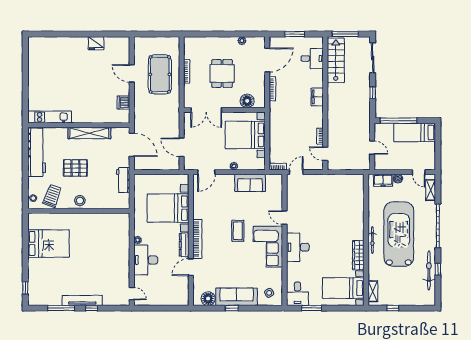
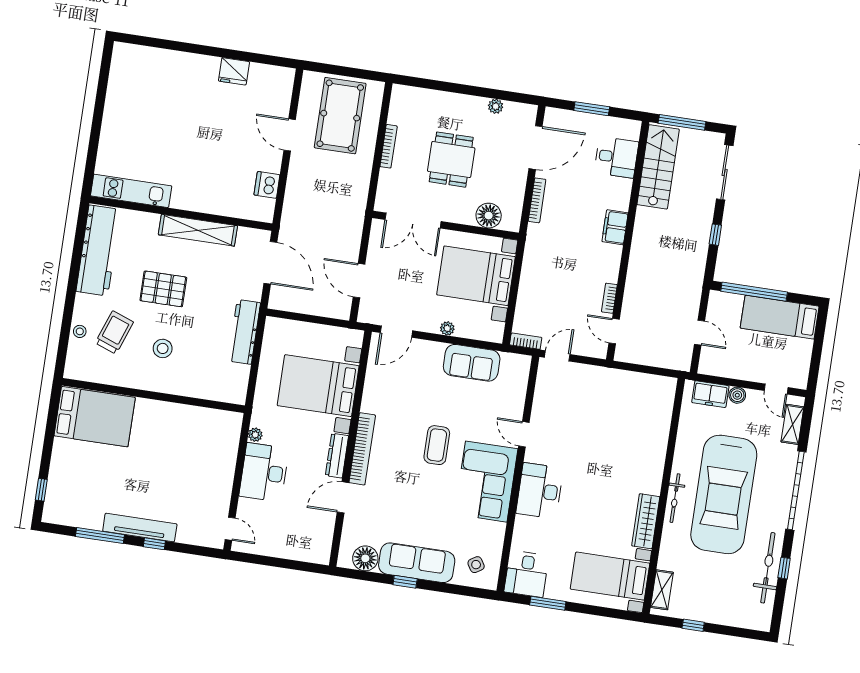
pool table: (160, 74) -> (340, 116), moved
workbench: (123, 180) -> (244, 332), width x1.37
wall: (79, 211) -> (153, 395), moved
car: (399, 234) -> (724, 494), turned 180

